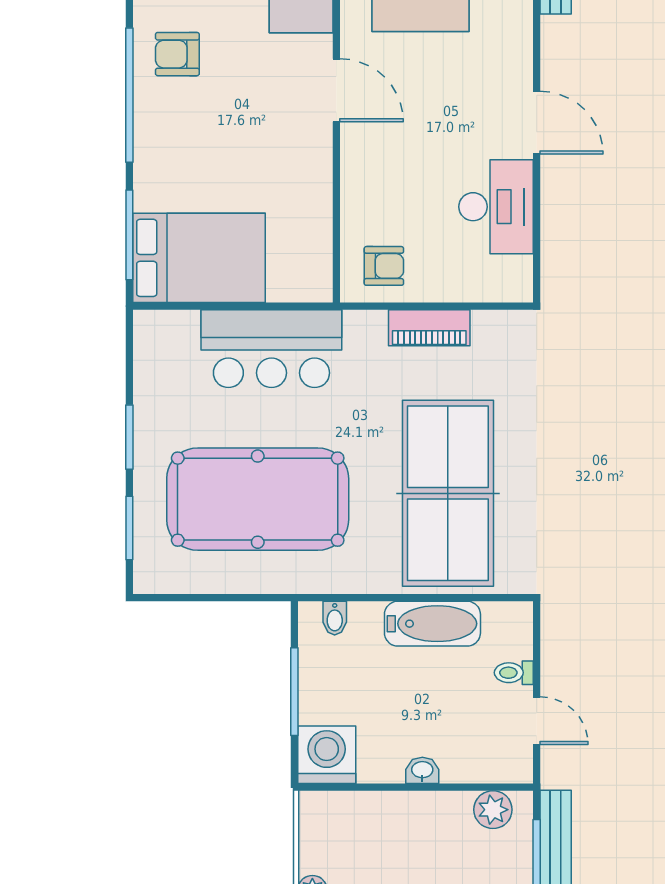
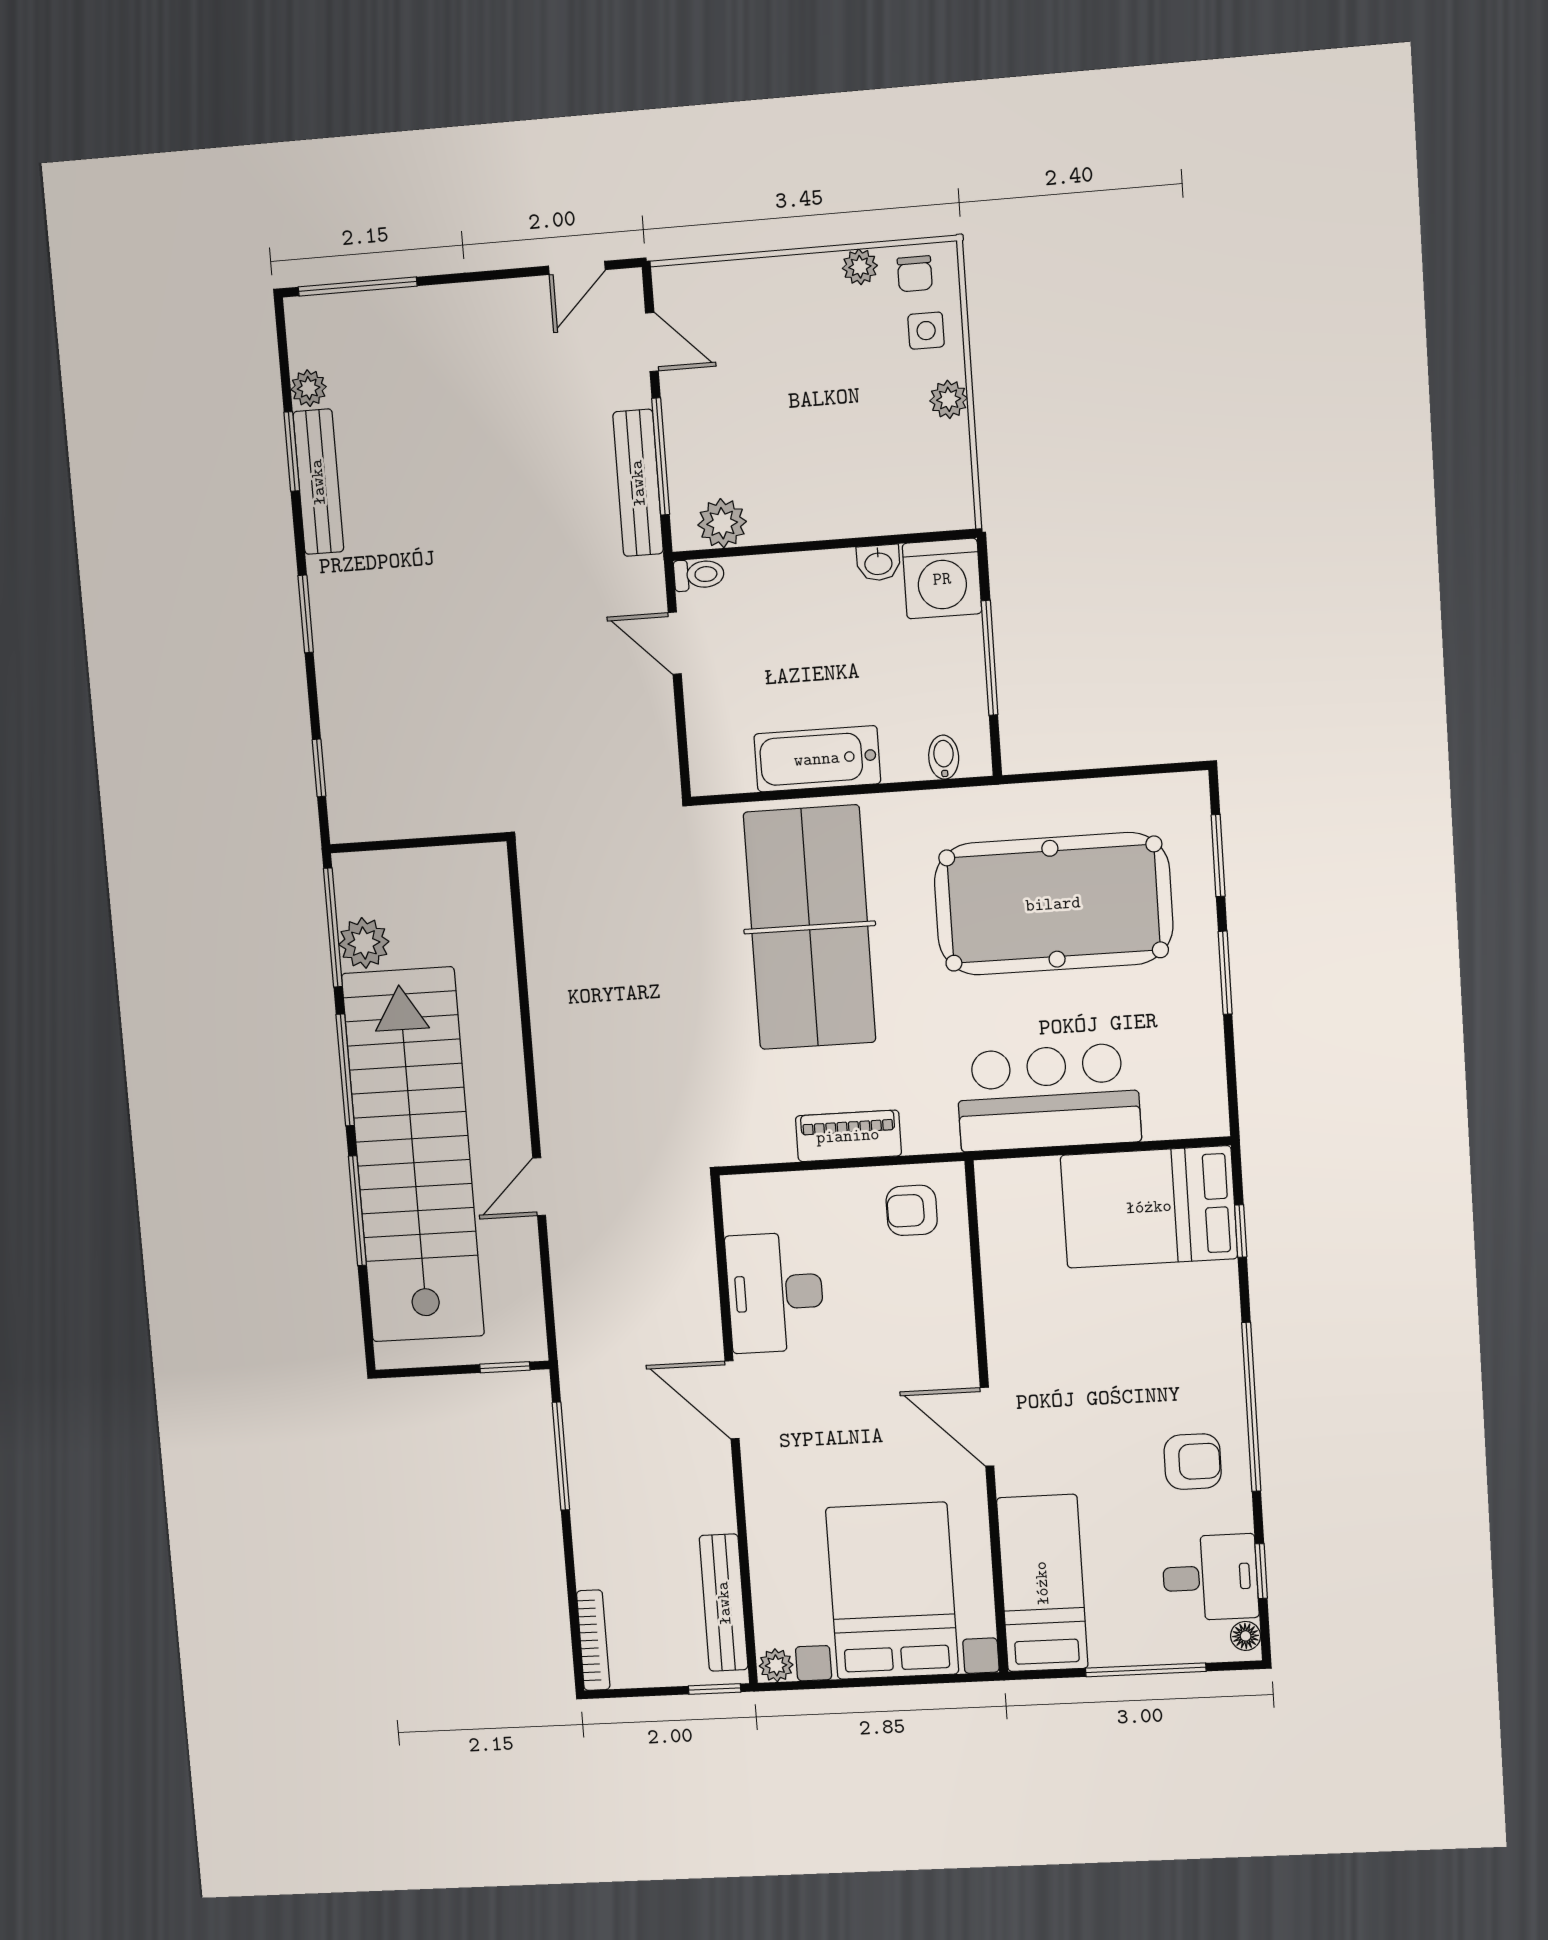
window: (129, 235) -> (1241, 1231), width x0.46
toilet: (514, 673) -> (699, 575), moved
washbasin: (422, 770) -> (878, 563), moved

